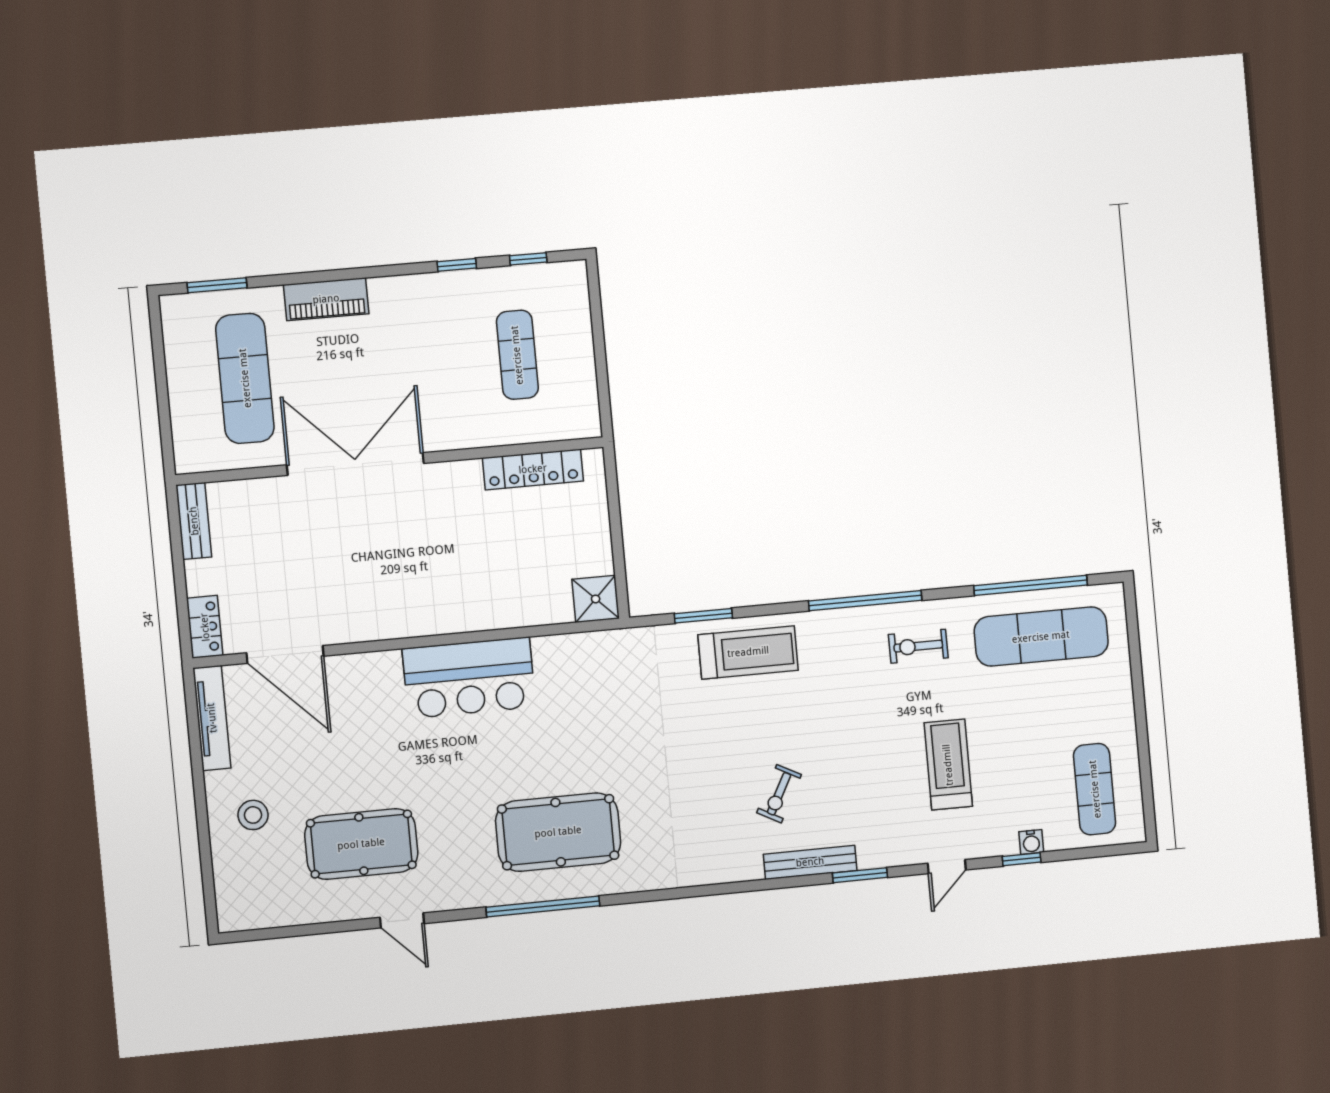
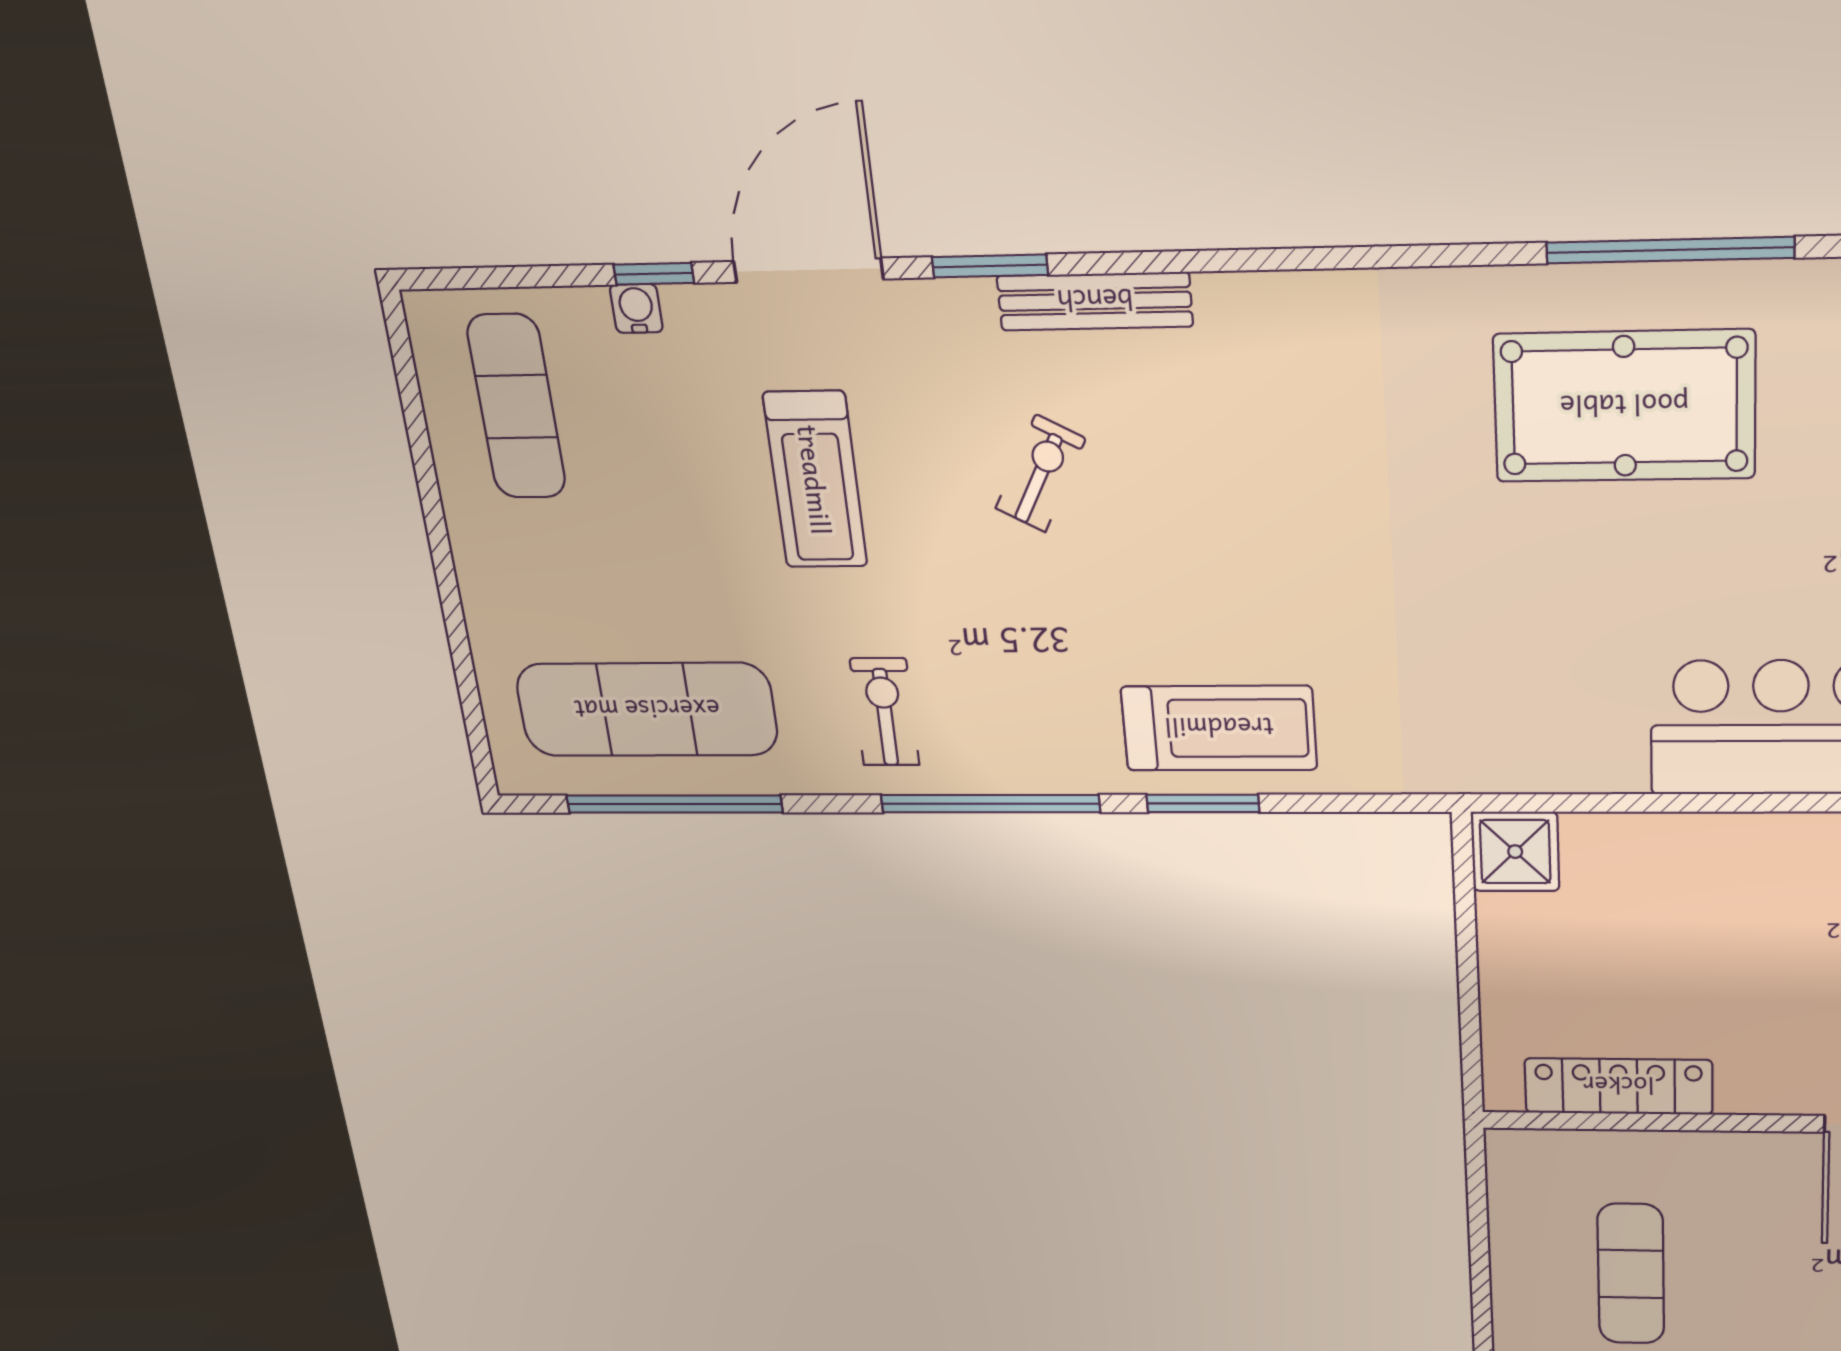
window: (703, 616) -> (1203, 803), moved
exercise bike: (918, 646) -> (885, 712), turned -90
treadmill: (748, 652) -> (1219, 728), turned 180
exercise bike: (779, 794) -> (1040, 474), moved
door: (947, 867) -> (808, 270), width x1.87

